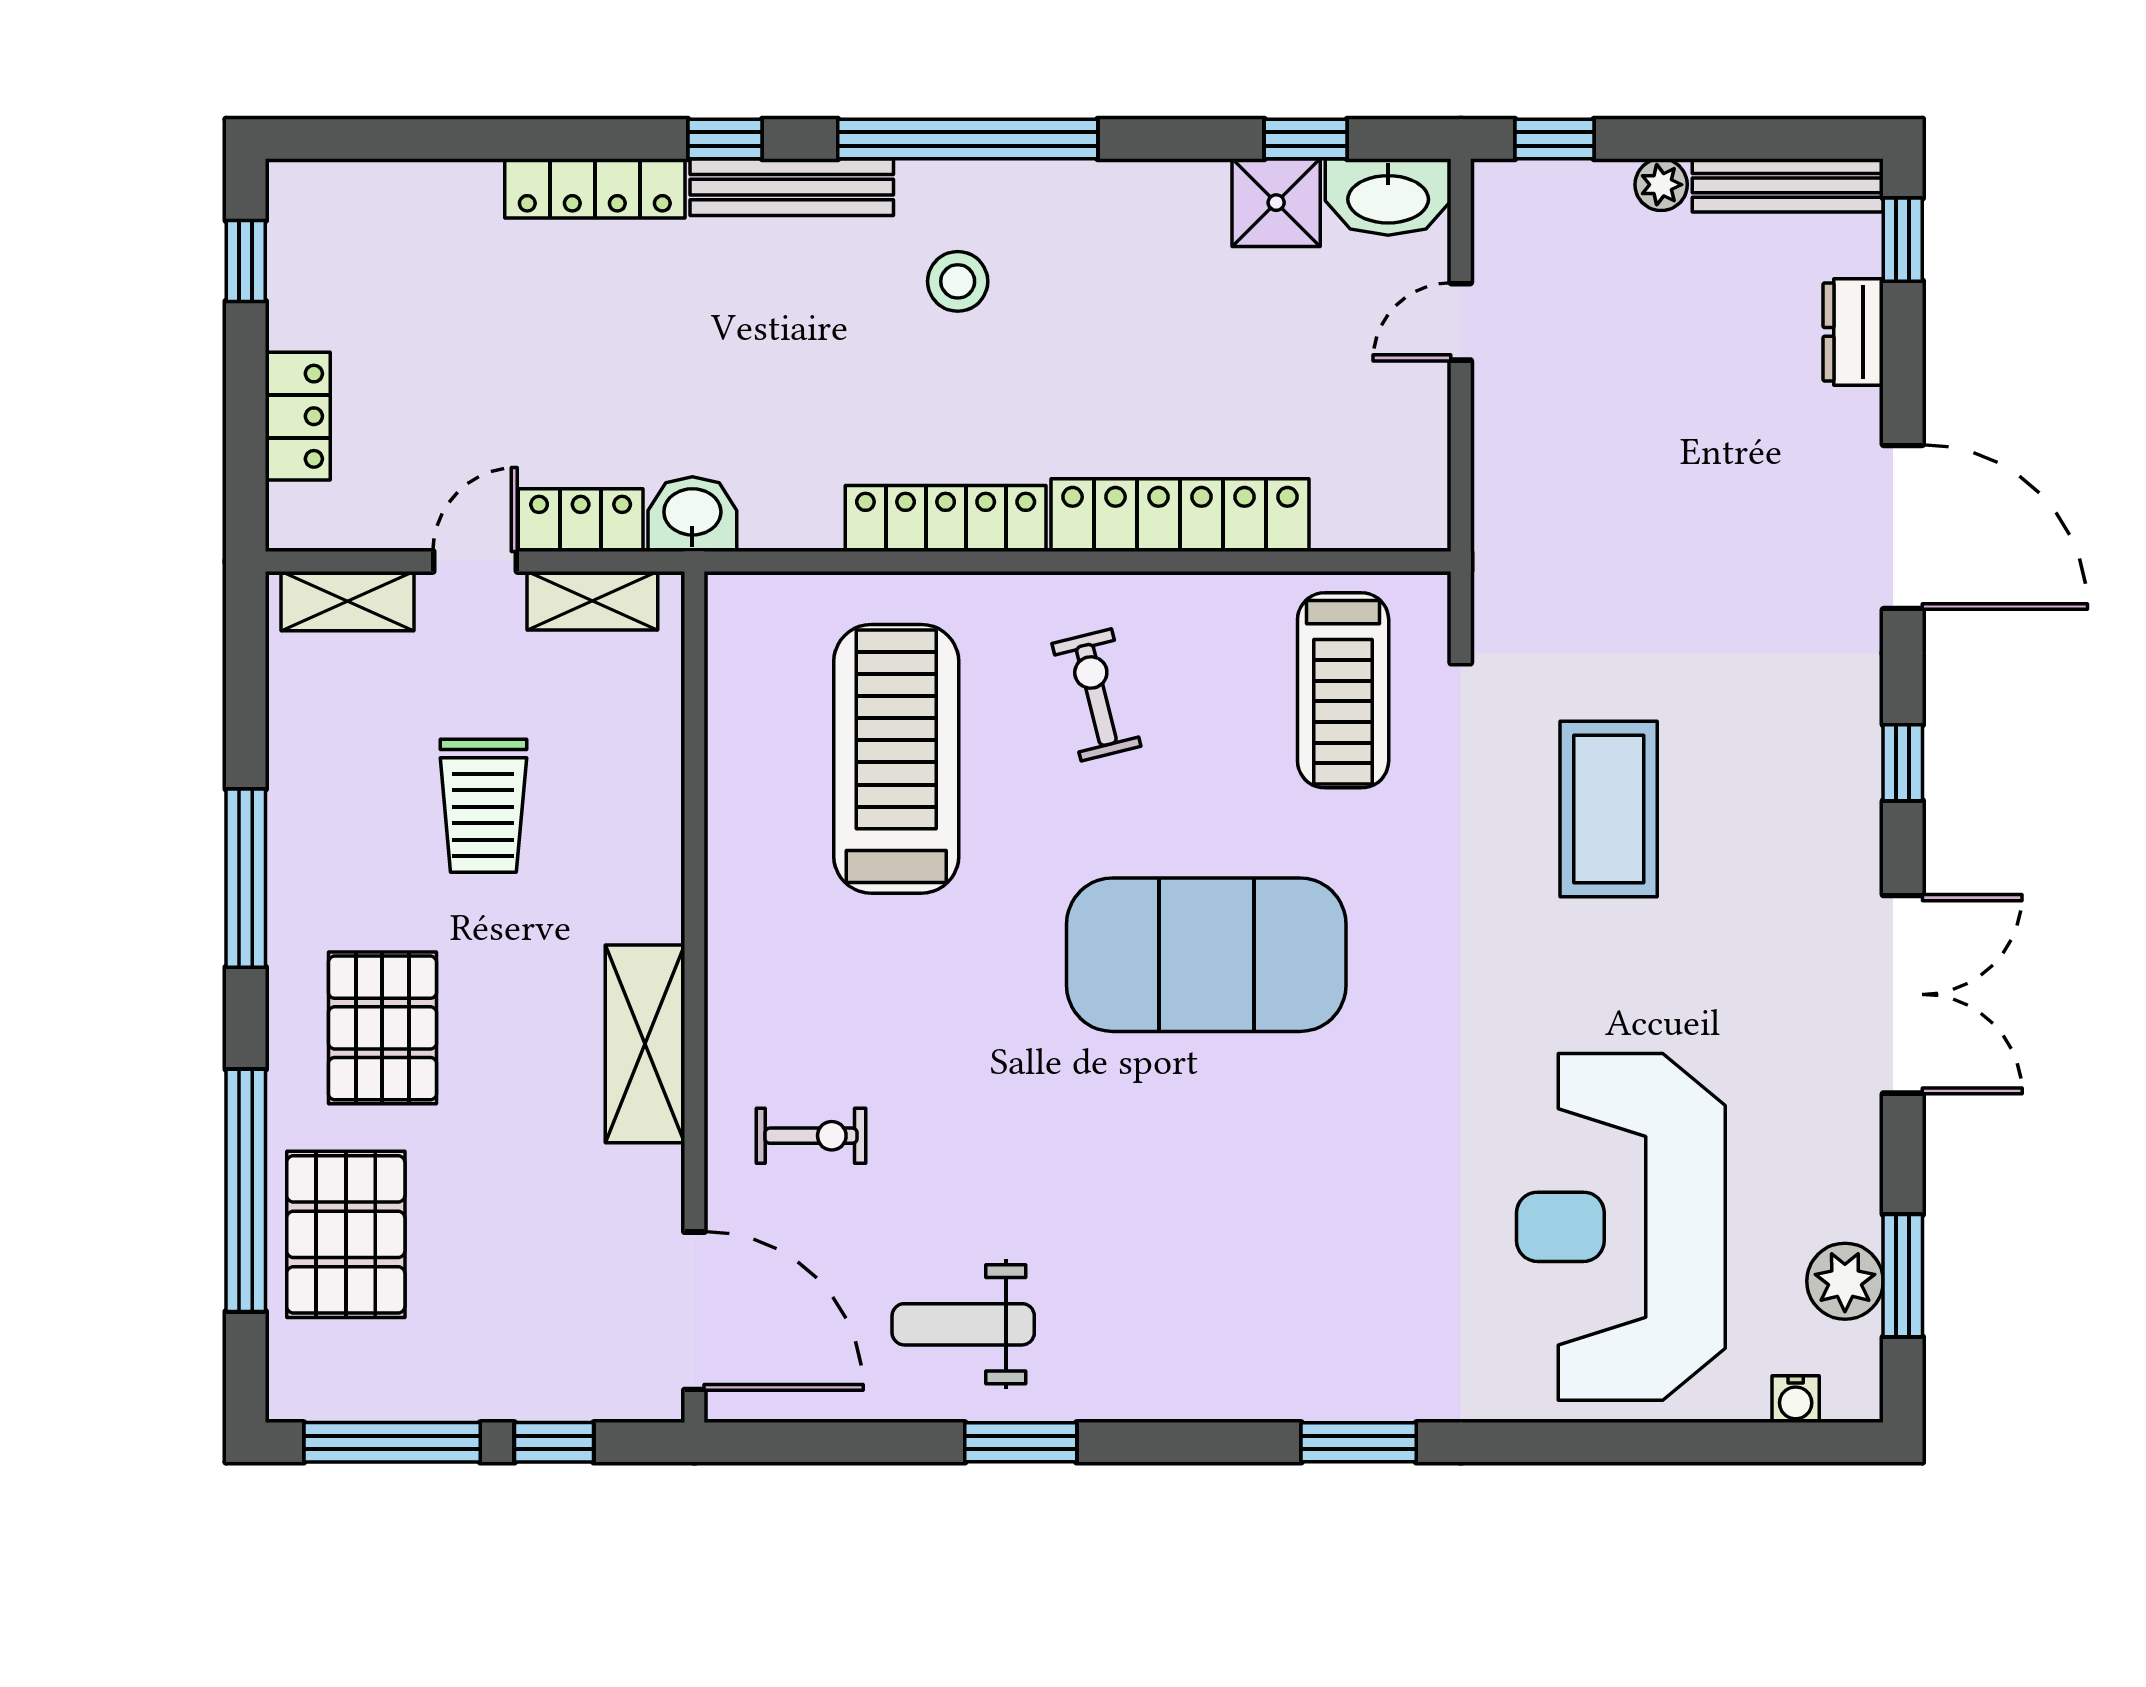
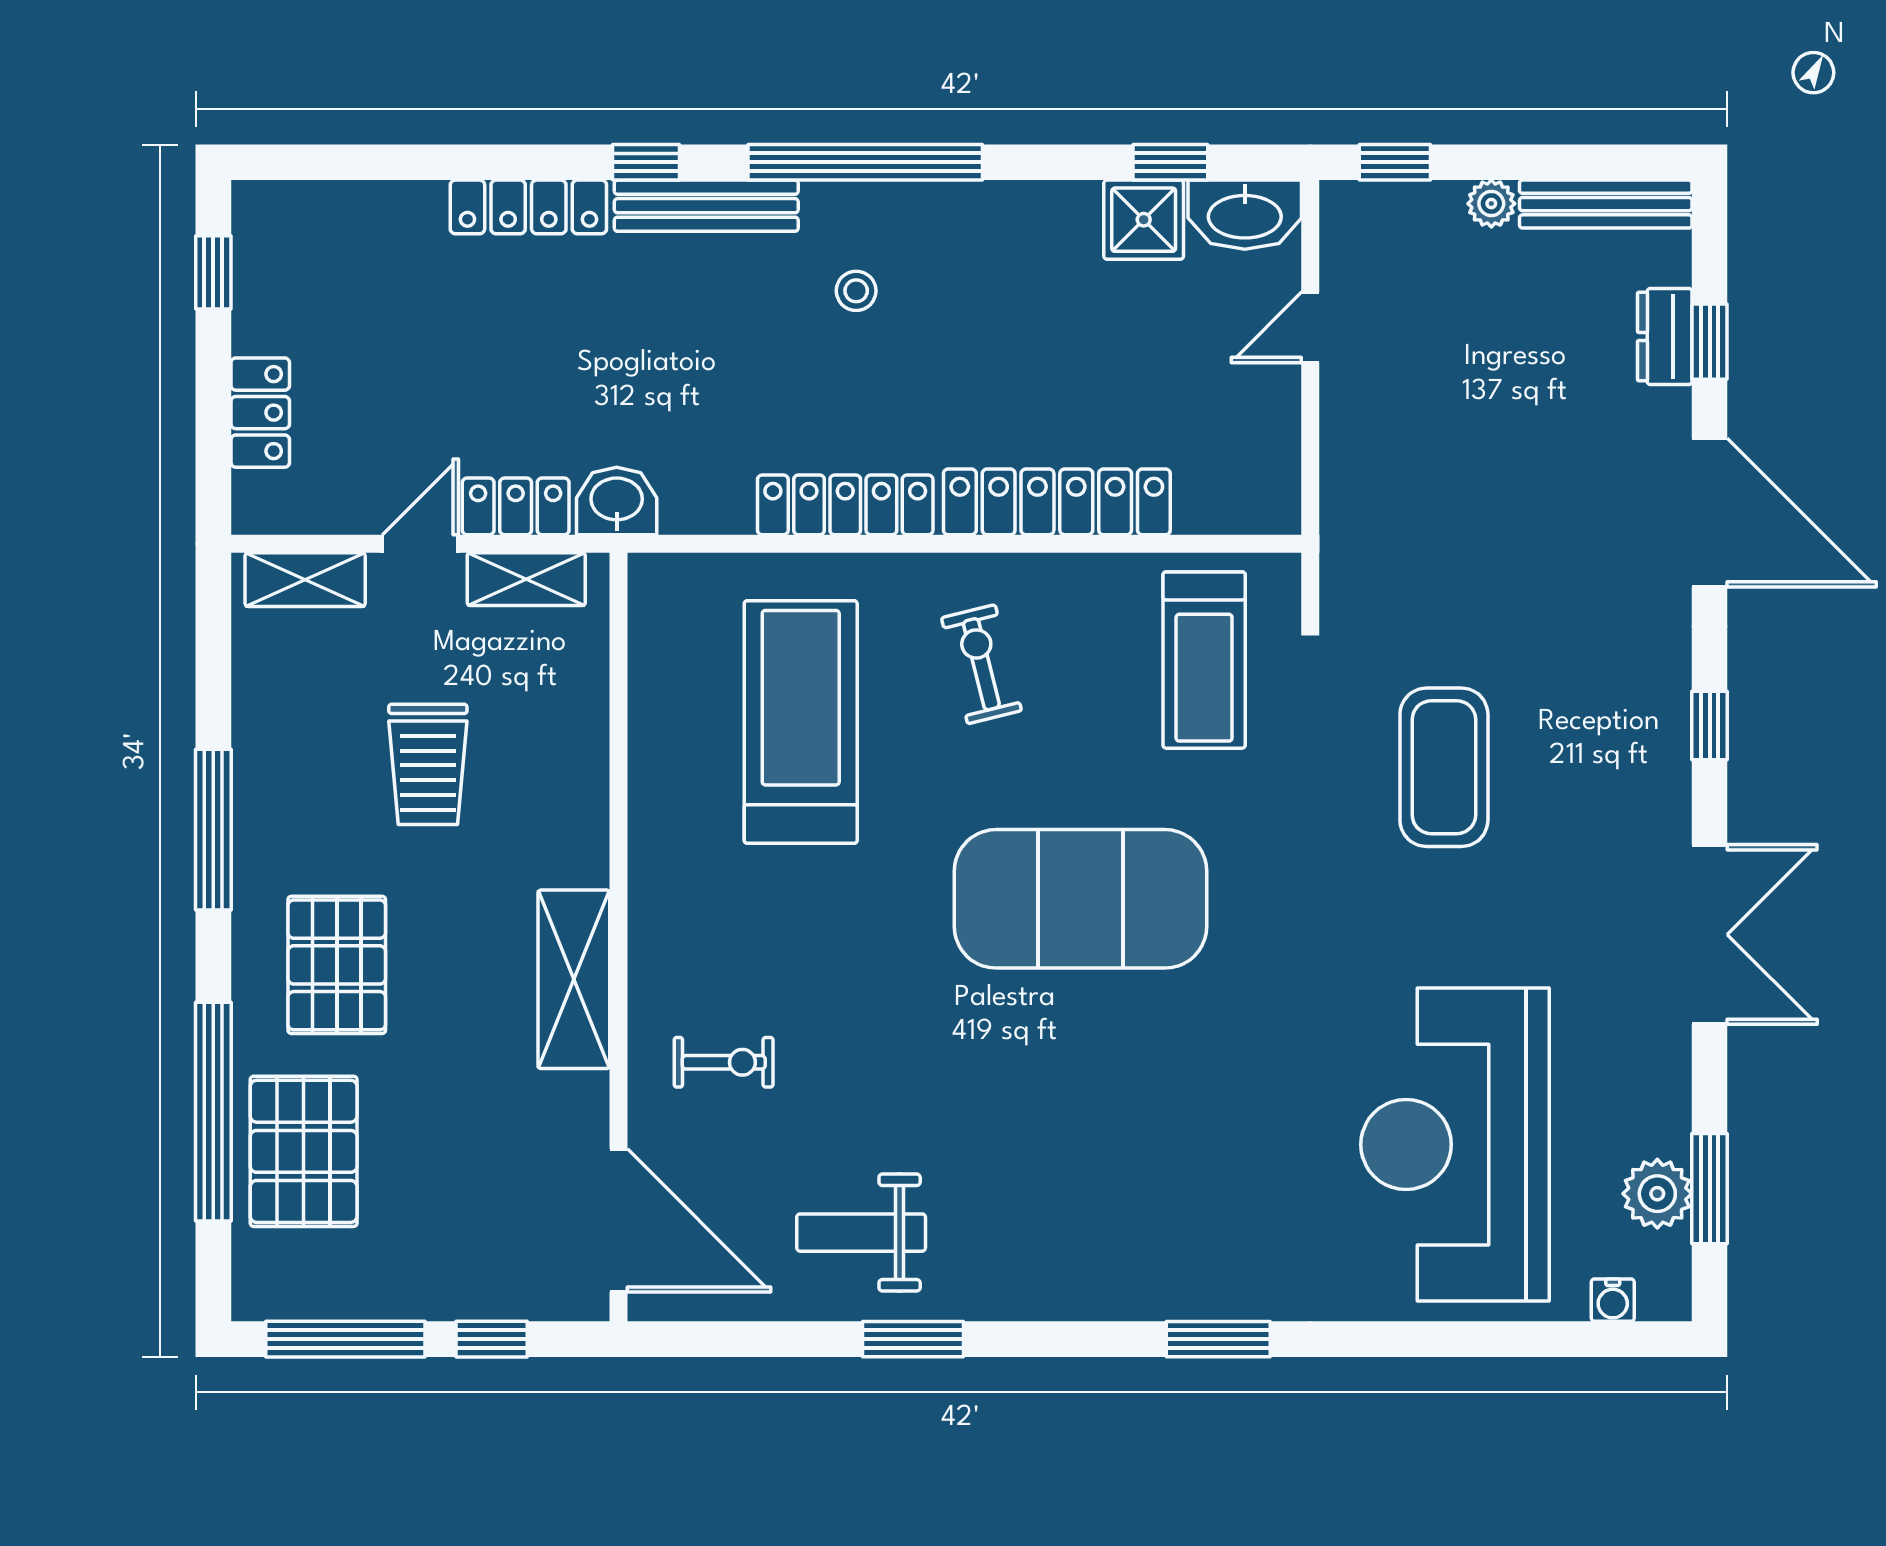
window: (1903, 240) -> (1710, 342), moved
stool: (958, 281) -> (856, 291), width x0.73, depth x0.73

